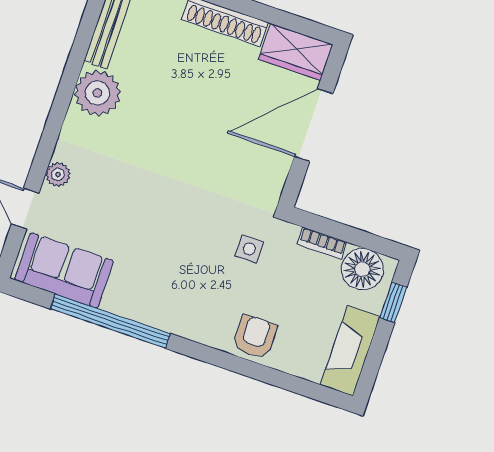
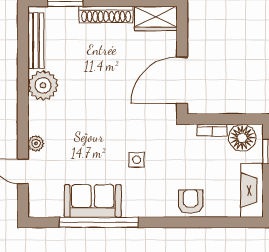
door: (314, 125) -> (182, 80), moved
side table: (249, 249) -> (137, 160), moved
sofa: (64, 270) -> (93, 201), moved

